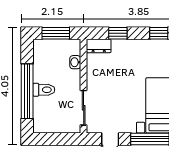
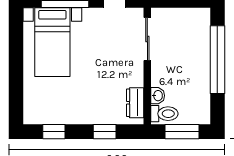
dresser: (99, 46) -> (135, 103), moved, turned -90
toilet: (44, 90) -> (164, 114), moved, turned 180

